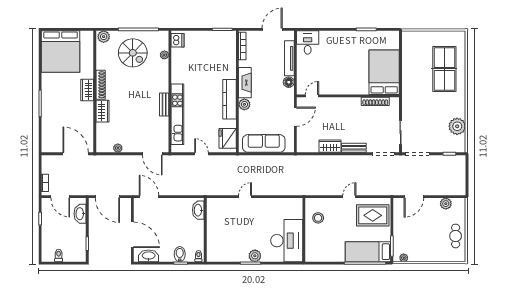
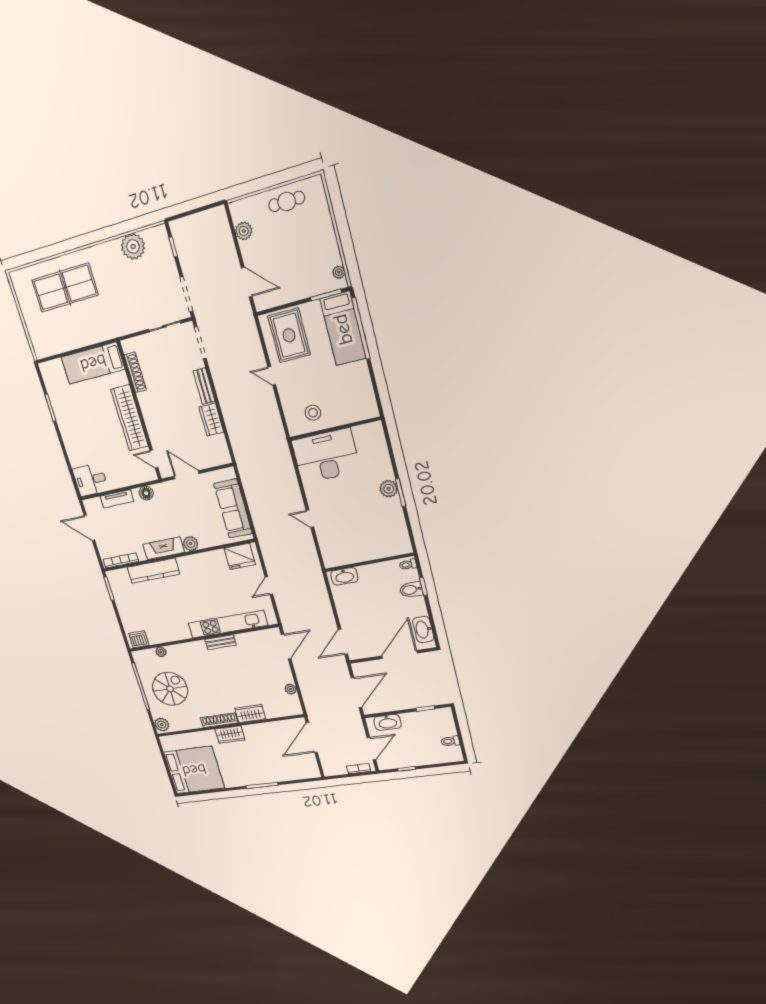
tv unit: (289, 58) -> (117, 499), width x0.71
bed: (384, 72) -> (93, 363), width x0.67
wardrobe: (345, 87) -> (130, 418), added
kitchen counter: (230, 99) -> (153, 571), moved
desk: (287, 241) -> (326, 456), moved

